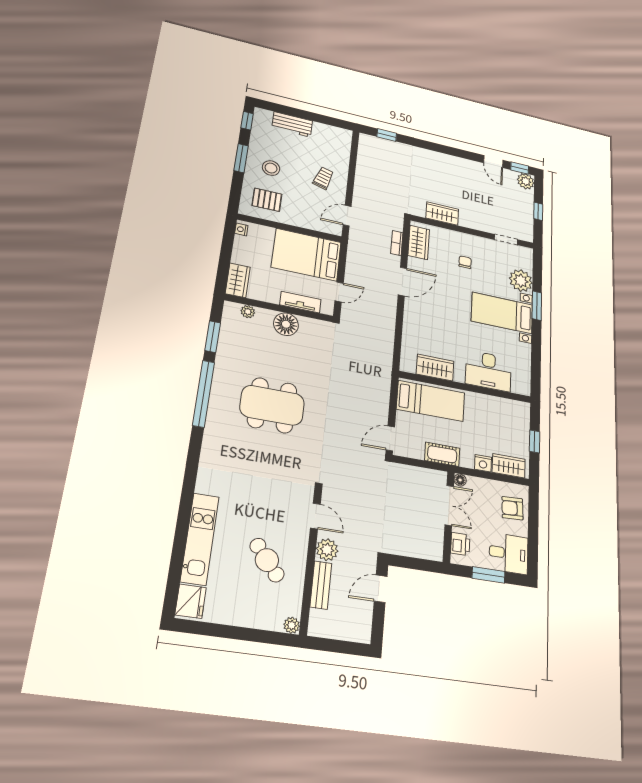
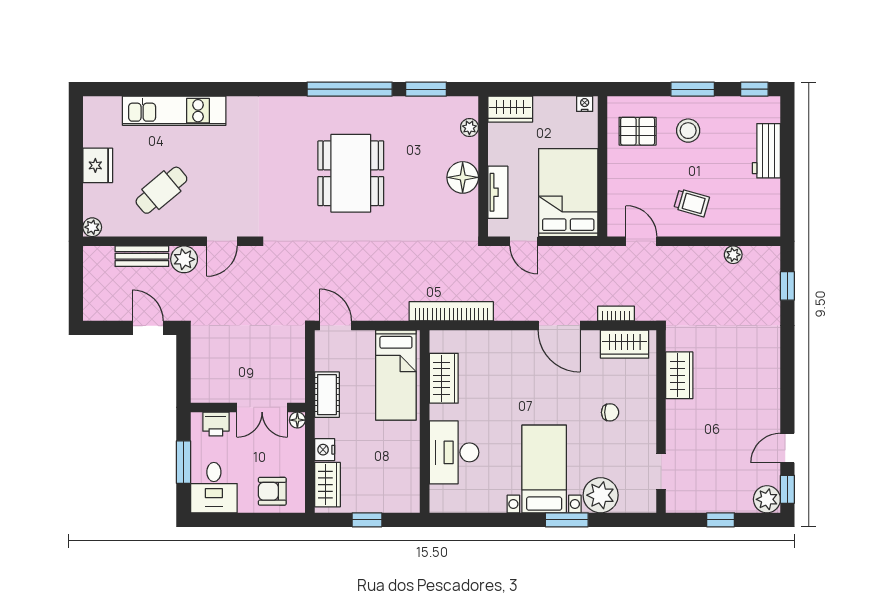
plant: (362, 162) -> (733, 255), added
pallet: (267, 200) -> (638, 131), turned 90
bookcase: (386, 353) -> (451, 311), added
armchair: (512, 508) -> (272, 491), turned -87
fridge: (191, 601) -> (98, 165), moved, turned -90

